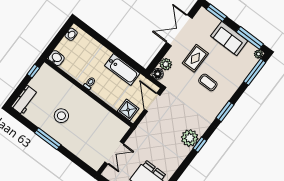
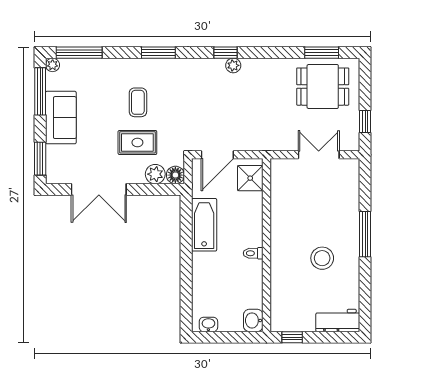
rug: (195, 58) -> (137, 142), moved
plant: (190, 138) -> (233, 65), width x0.53, depth x0.53
window: (48, 139) -> (365, 234), moved

